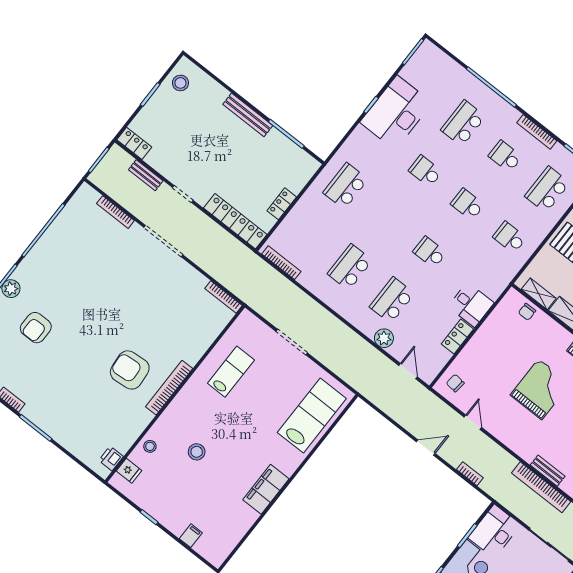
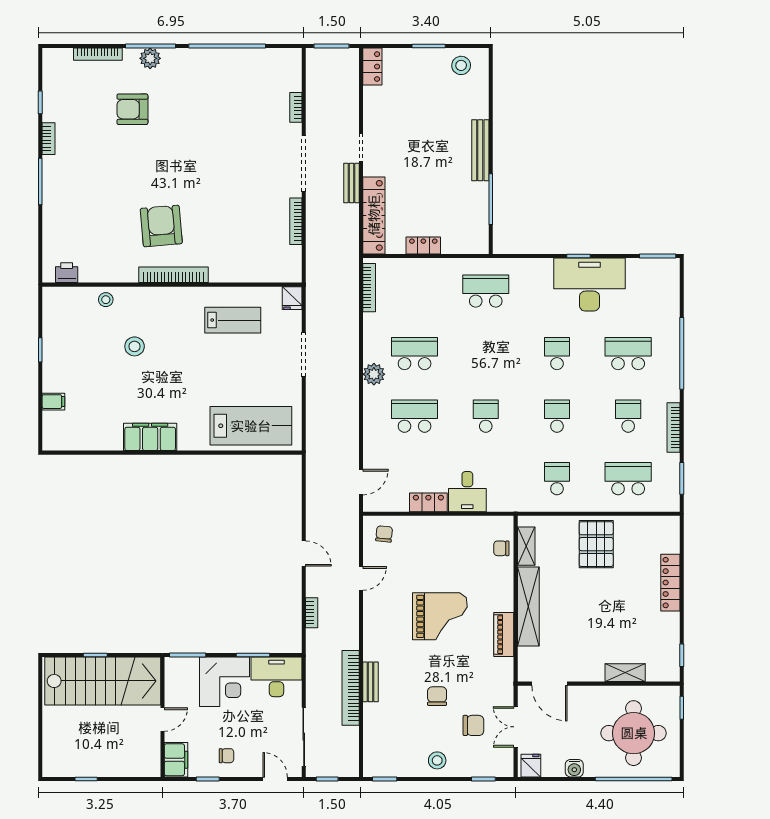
bench: (146, 175) -> (351, 183), moved
bookcase: (115, 212) -> (296, 107), width x0.64
bookcase: (224, 297) -> (296, 221), moved
plant: (384, 338) -> (374, 374), moved
fridge: (129, 471) -> (292, 298), moved

